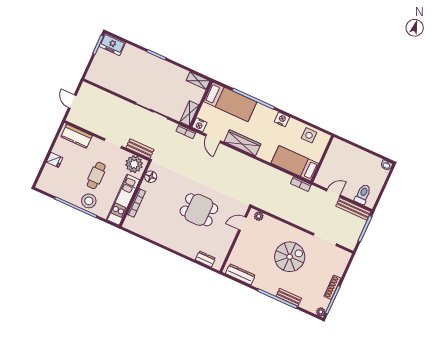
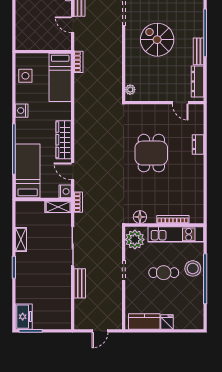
shelving: (198, 81) -> (21, 239), moved
kitchen counter: (77, 136) -> (144, 322), moved, turned -90
door: (213, 138) -> (73, 171), swing flipped
bench: (140, 149) -> (80, 283), moved
door: (243, 224) -> (180, 103), moved
dresser: (205, 259) -> (198, 144), moved
bench: (289, 297) -> (199, 51), moved

